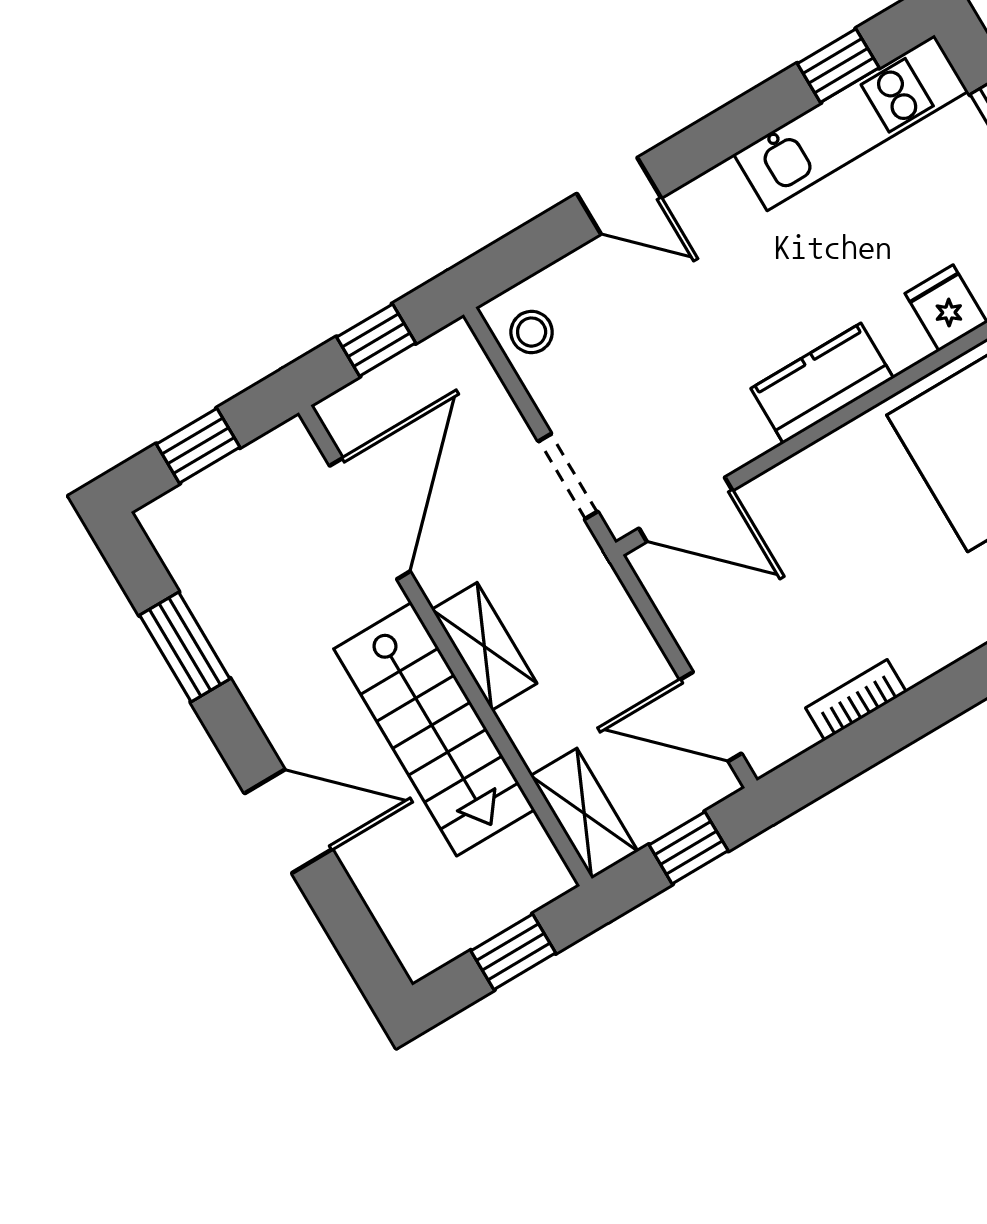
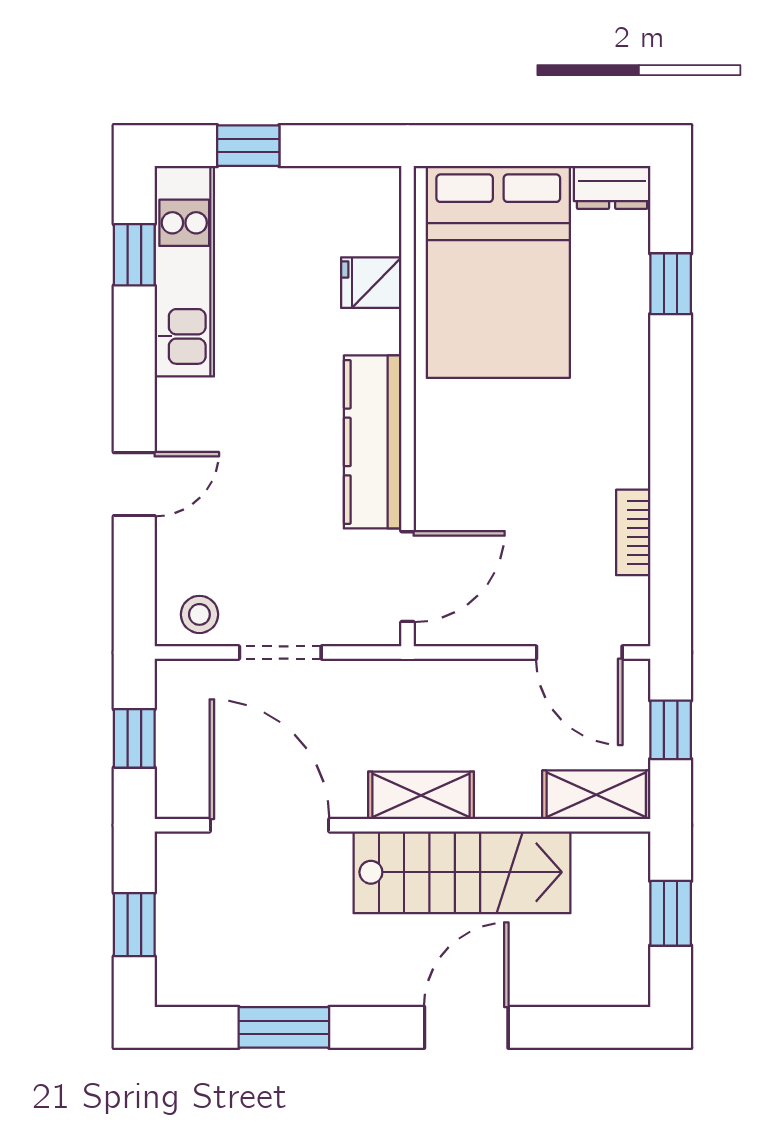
kitchen counter: (822, 383) -> (373, 442), width x1.50
doorway: (568, 476) -> (280, 653), moved
door: (711, 717) -> (579, 653), hinge flipped

